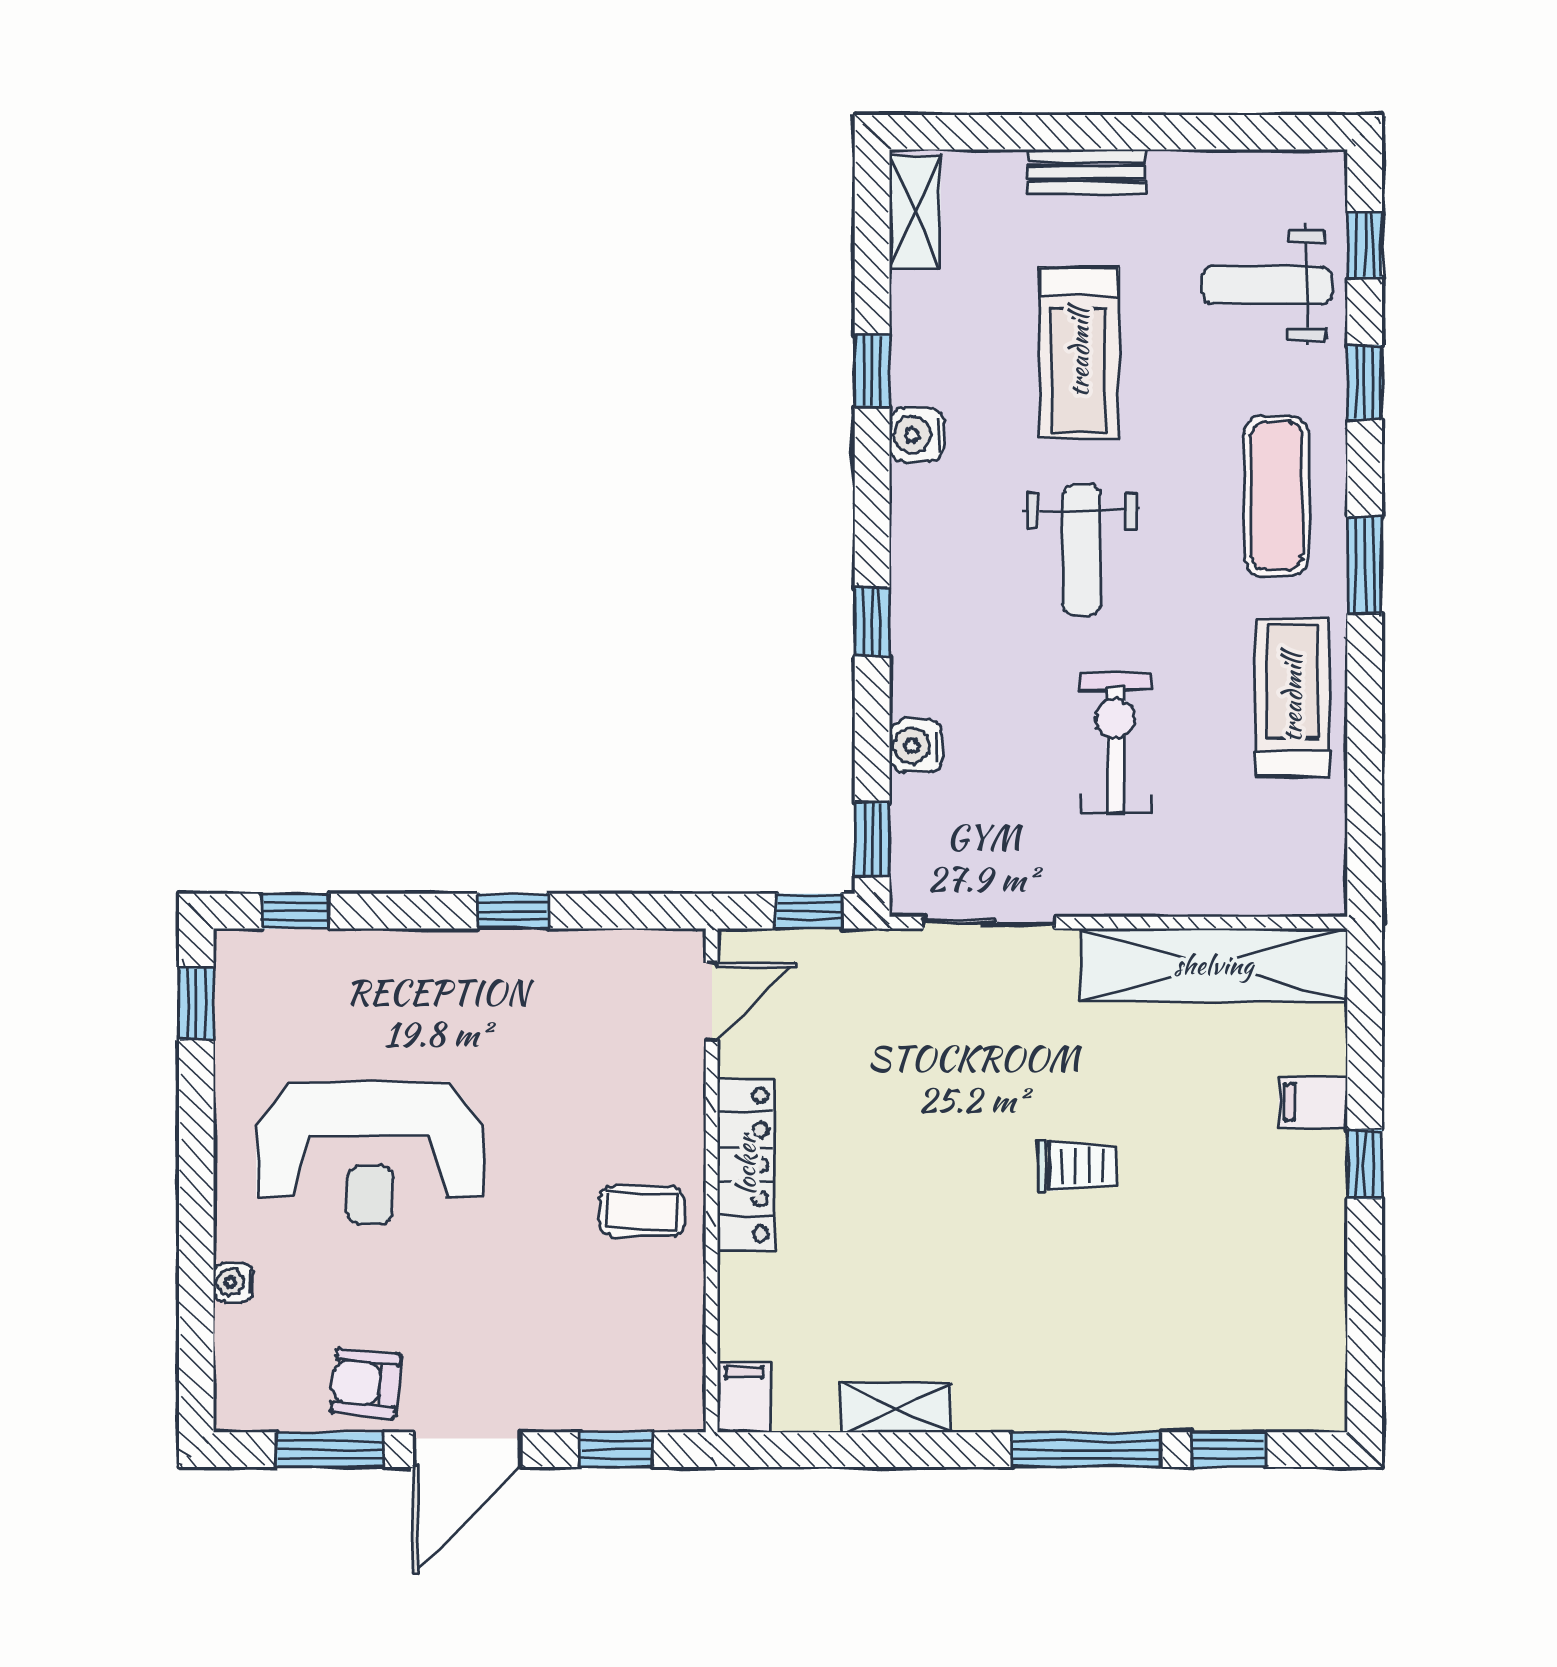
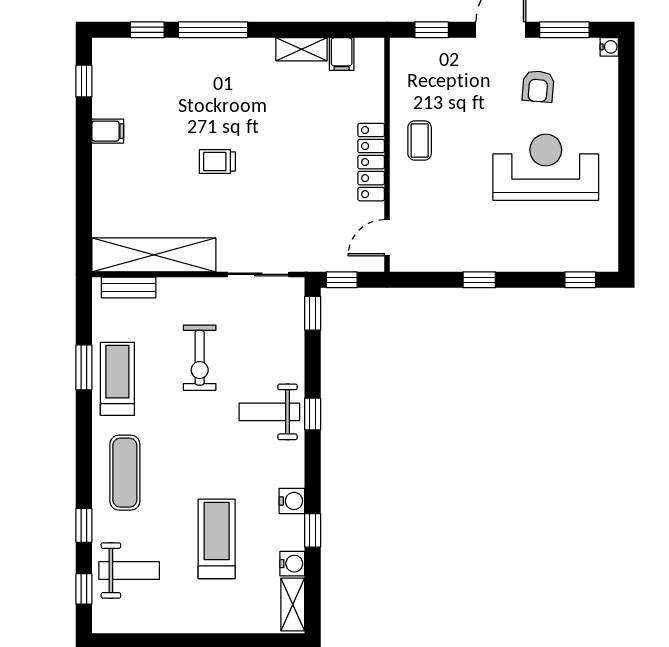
bench: (1087, 172) -> (129, 287), moved
weight bench: (1082, 550) -> (269, 412), moved, turned -90
window: (1365, 565) -> (84, 367), moved
treadmill: (1292, 698) -> (117, 379), turned 180
water cooler: (916, 746) -> (292, 564), moved
window: (196, 1004) -> (626, 237), removed
filing cabinet: (1313, 1102) -> (108, 131), moved
window: (1365, 1164) -> (84, 81), moved
coffee table: (642, 1211) -> (420, 141), turned 90
water cooler: (233, 1282) -> (609, 47), moved
armchair: (366, 1383) -> (538, 86), moved, turned 89
filing cabinet: (744, 1397) -> (342, 54), moved

